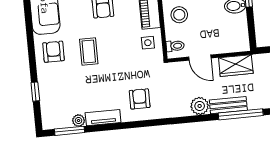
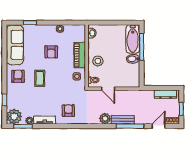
wardrobe: (236, 66) -> (130, 96), removed
plant: (53, 117) -> (14, 116), added

